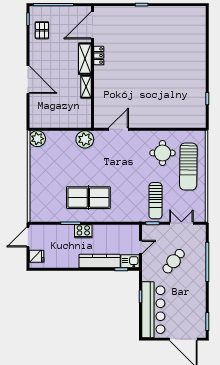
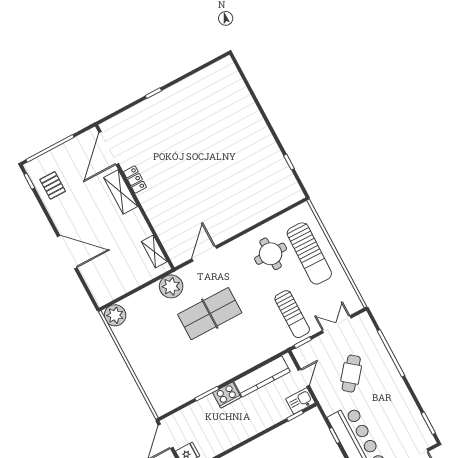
shelving: (86, 87) -> (154, 252), moved
table tennis table: (88, 198) -> (210, 314), moved
kitchen counter: (100, 261) -> (262, 376), moved, turned 180

